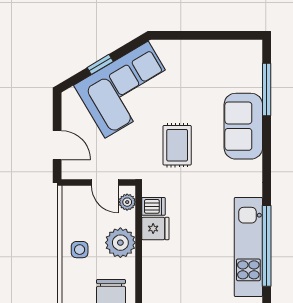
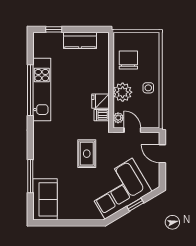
window: (267, 90) -> (30, 176), moved
sofa: (243, 126) -> (45, 199), moved

